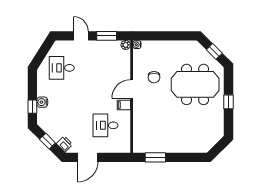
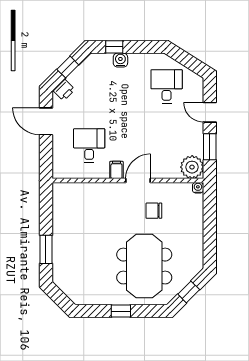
door: (81, 36) -> (210, 112), swing flipped
plant: (126, 45) -> (192, 167), width x1.88, depth x1.88
door: (132, 89) -> (138, 180), hinge flipped
window: (155, 157) -> (46, 249), moved

